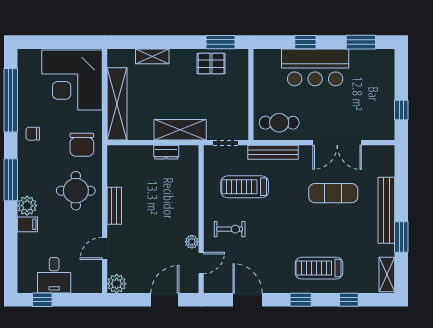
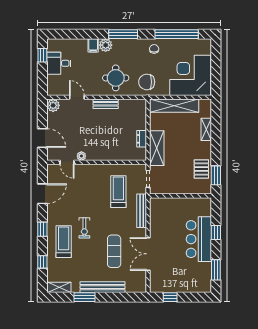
cafe table: (279, 123) -> (162, 215), removed
exercise bike: (230, 229) -> (84, 228), moved

